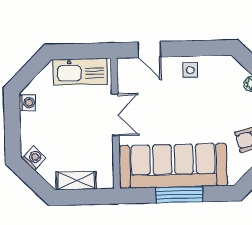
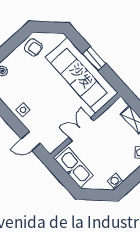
door: (149, 50) -> (31, 141), swing flipped
window: (179, 195) -> (94, 58), width x0.69

